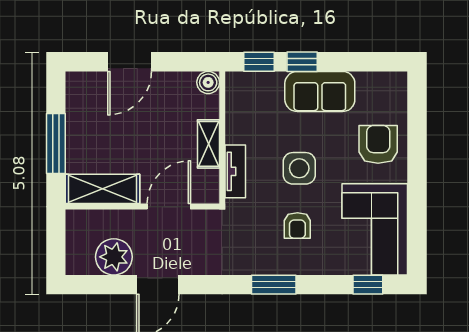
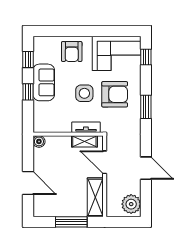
window: (259, 62) -> (28, 59), moved
shelving: (208, 144) -> (84, 141), moved
armchair: (378, 144) -> (72, 52), turned -90
armchair: (297, 226) -> (115, 94), width x1.88, depth x1.88
plant: (114, 257) -> (131, 204), moved

